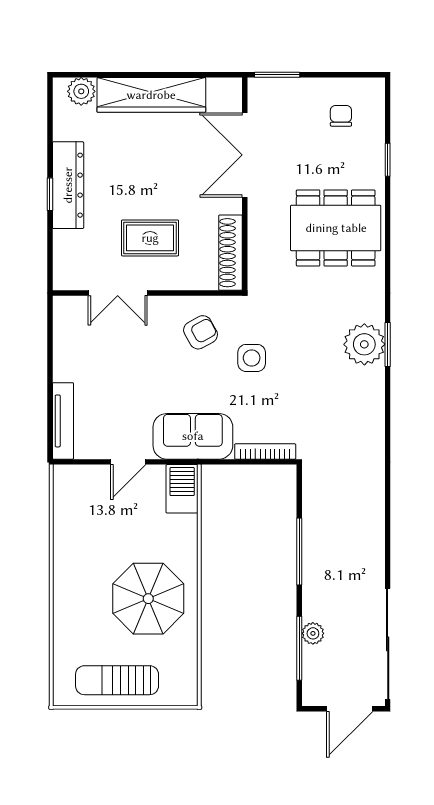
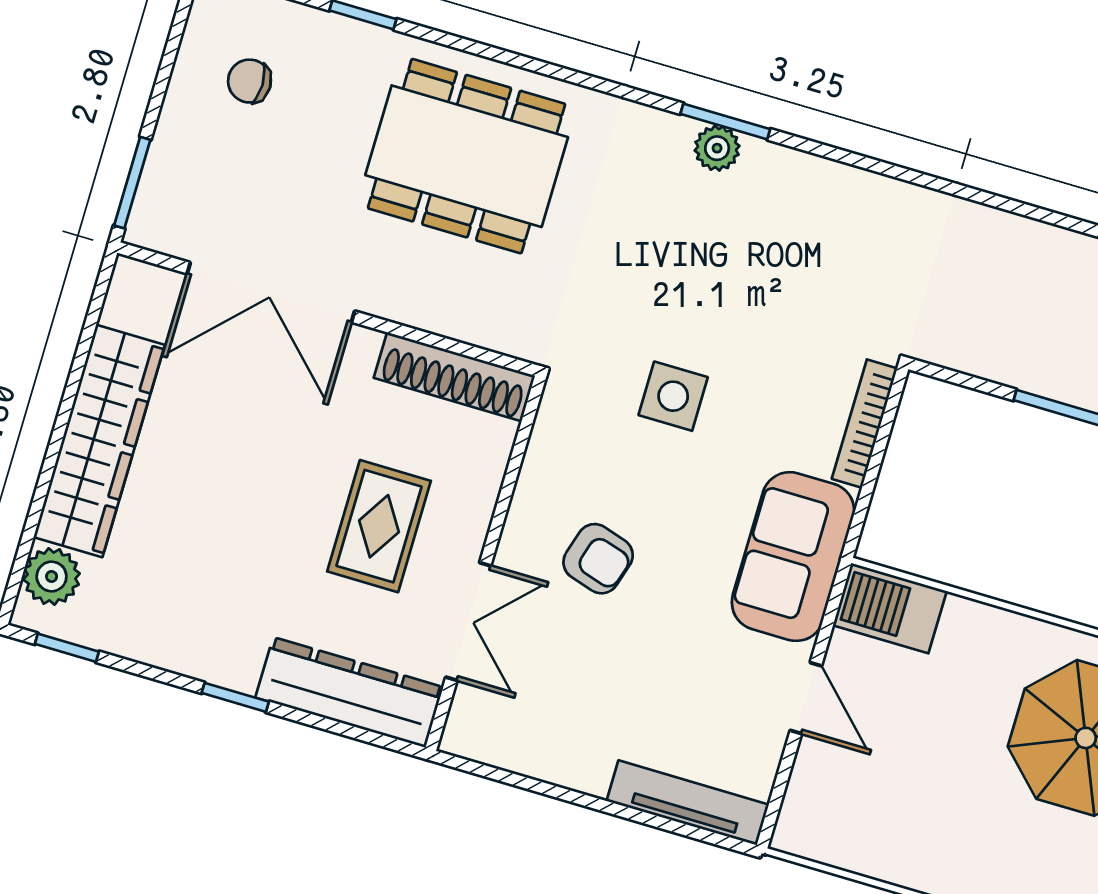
window: (50, 108) -> (67, 648), added
dresser: (68, 185) -> (349, 692), moved
dining table: (336, 228) -> (467, 156), turned 90
armchair: (201, 332) -> (598, 559), moved, turned 136
plant: (364, 344) -> (717, 148), width x0.53, depth x0.53

